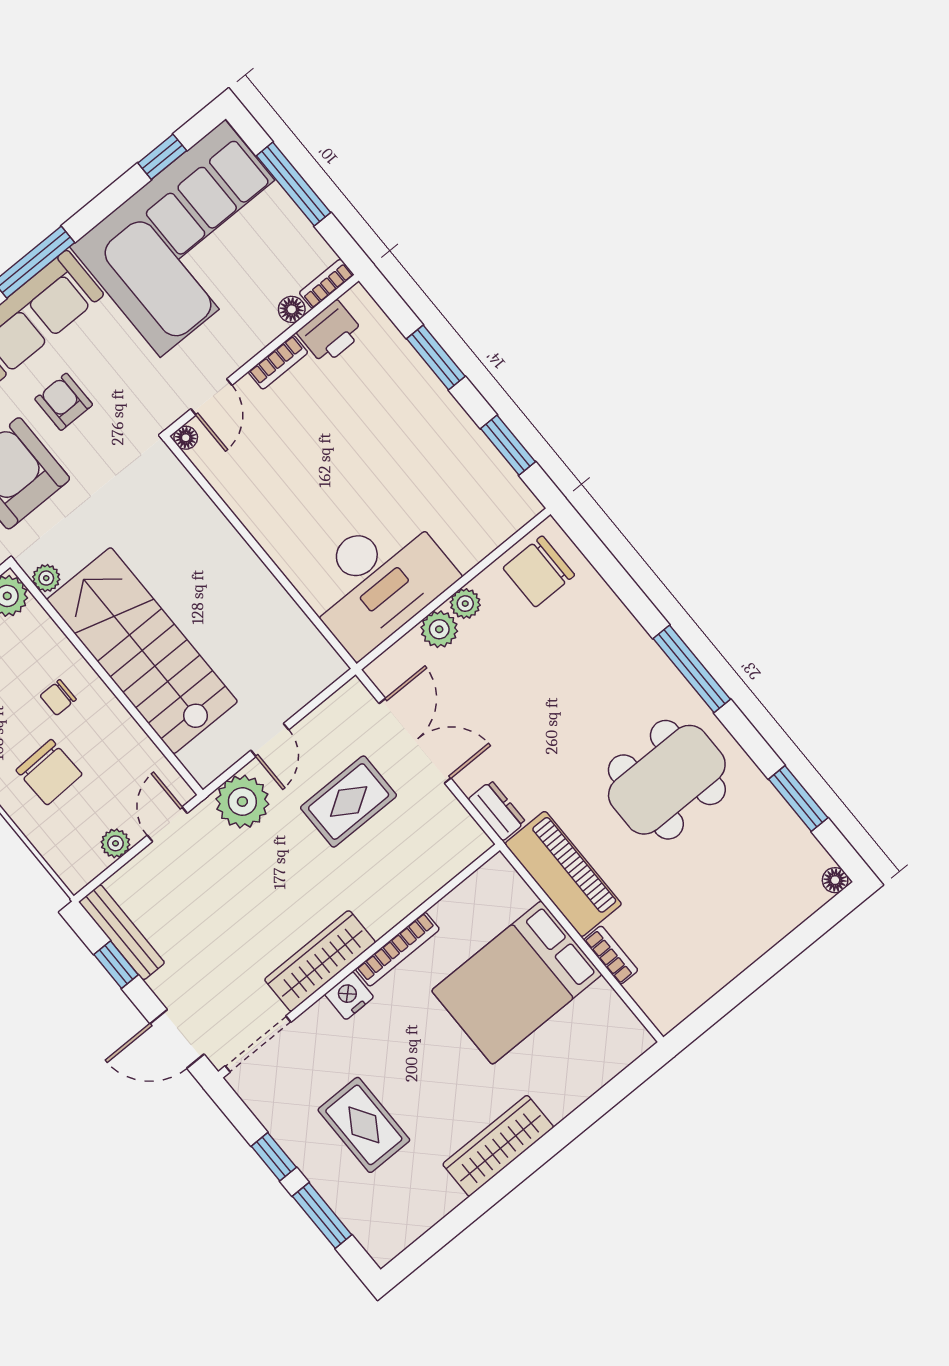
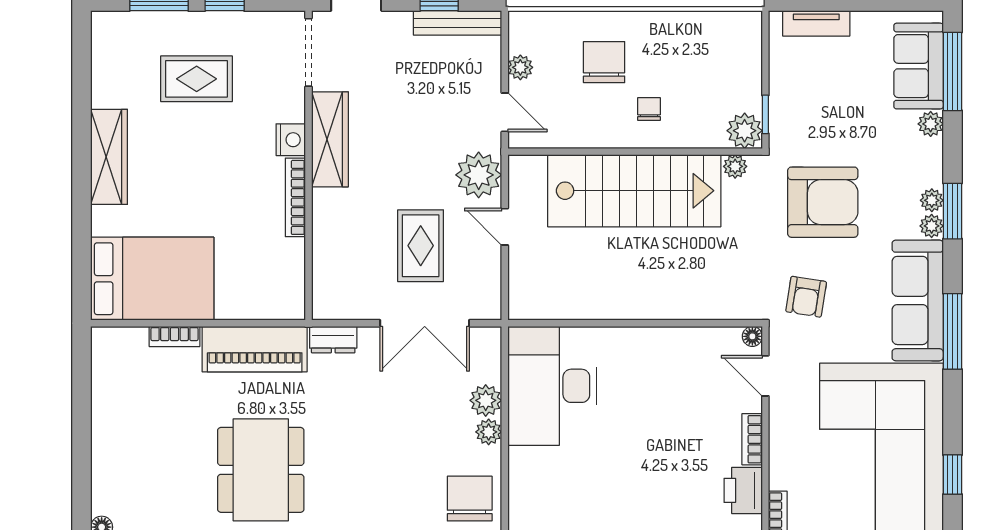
floor lamp: (292, 309) -> (780, 477), removed
armchair: (64, 402) -> (806, 297), moved, turned 99
chair: (49, 772) -> (604, 62), turned 92
bed: (517, 983) -> (152, 279), moved, turned 90

